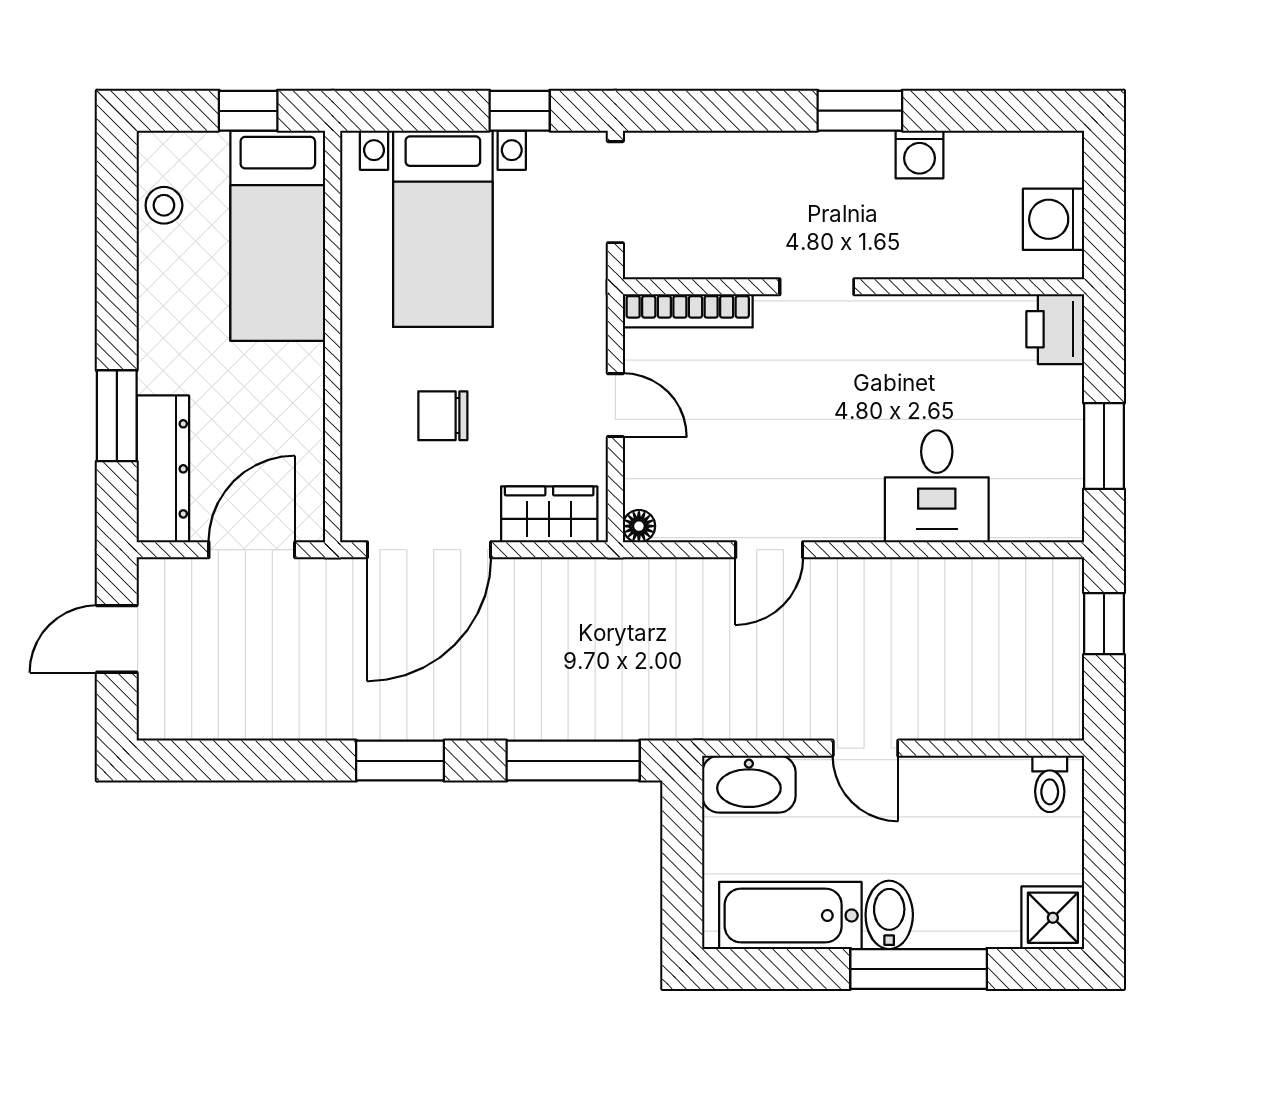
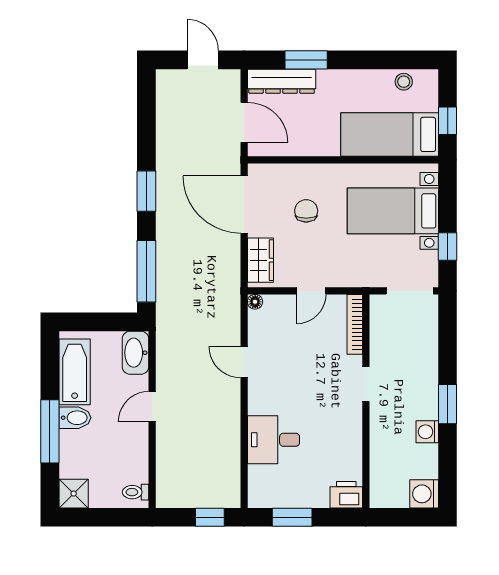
washing machine: (1054, 219) -> (424, 494), moved, turned -90

